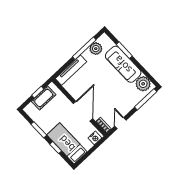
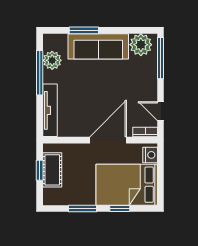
door: (83, 111) -> (108, 140), hinge flipped
bed: (67, 143) -> (127, 185), width x1.50

